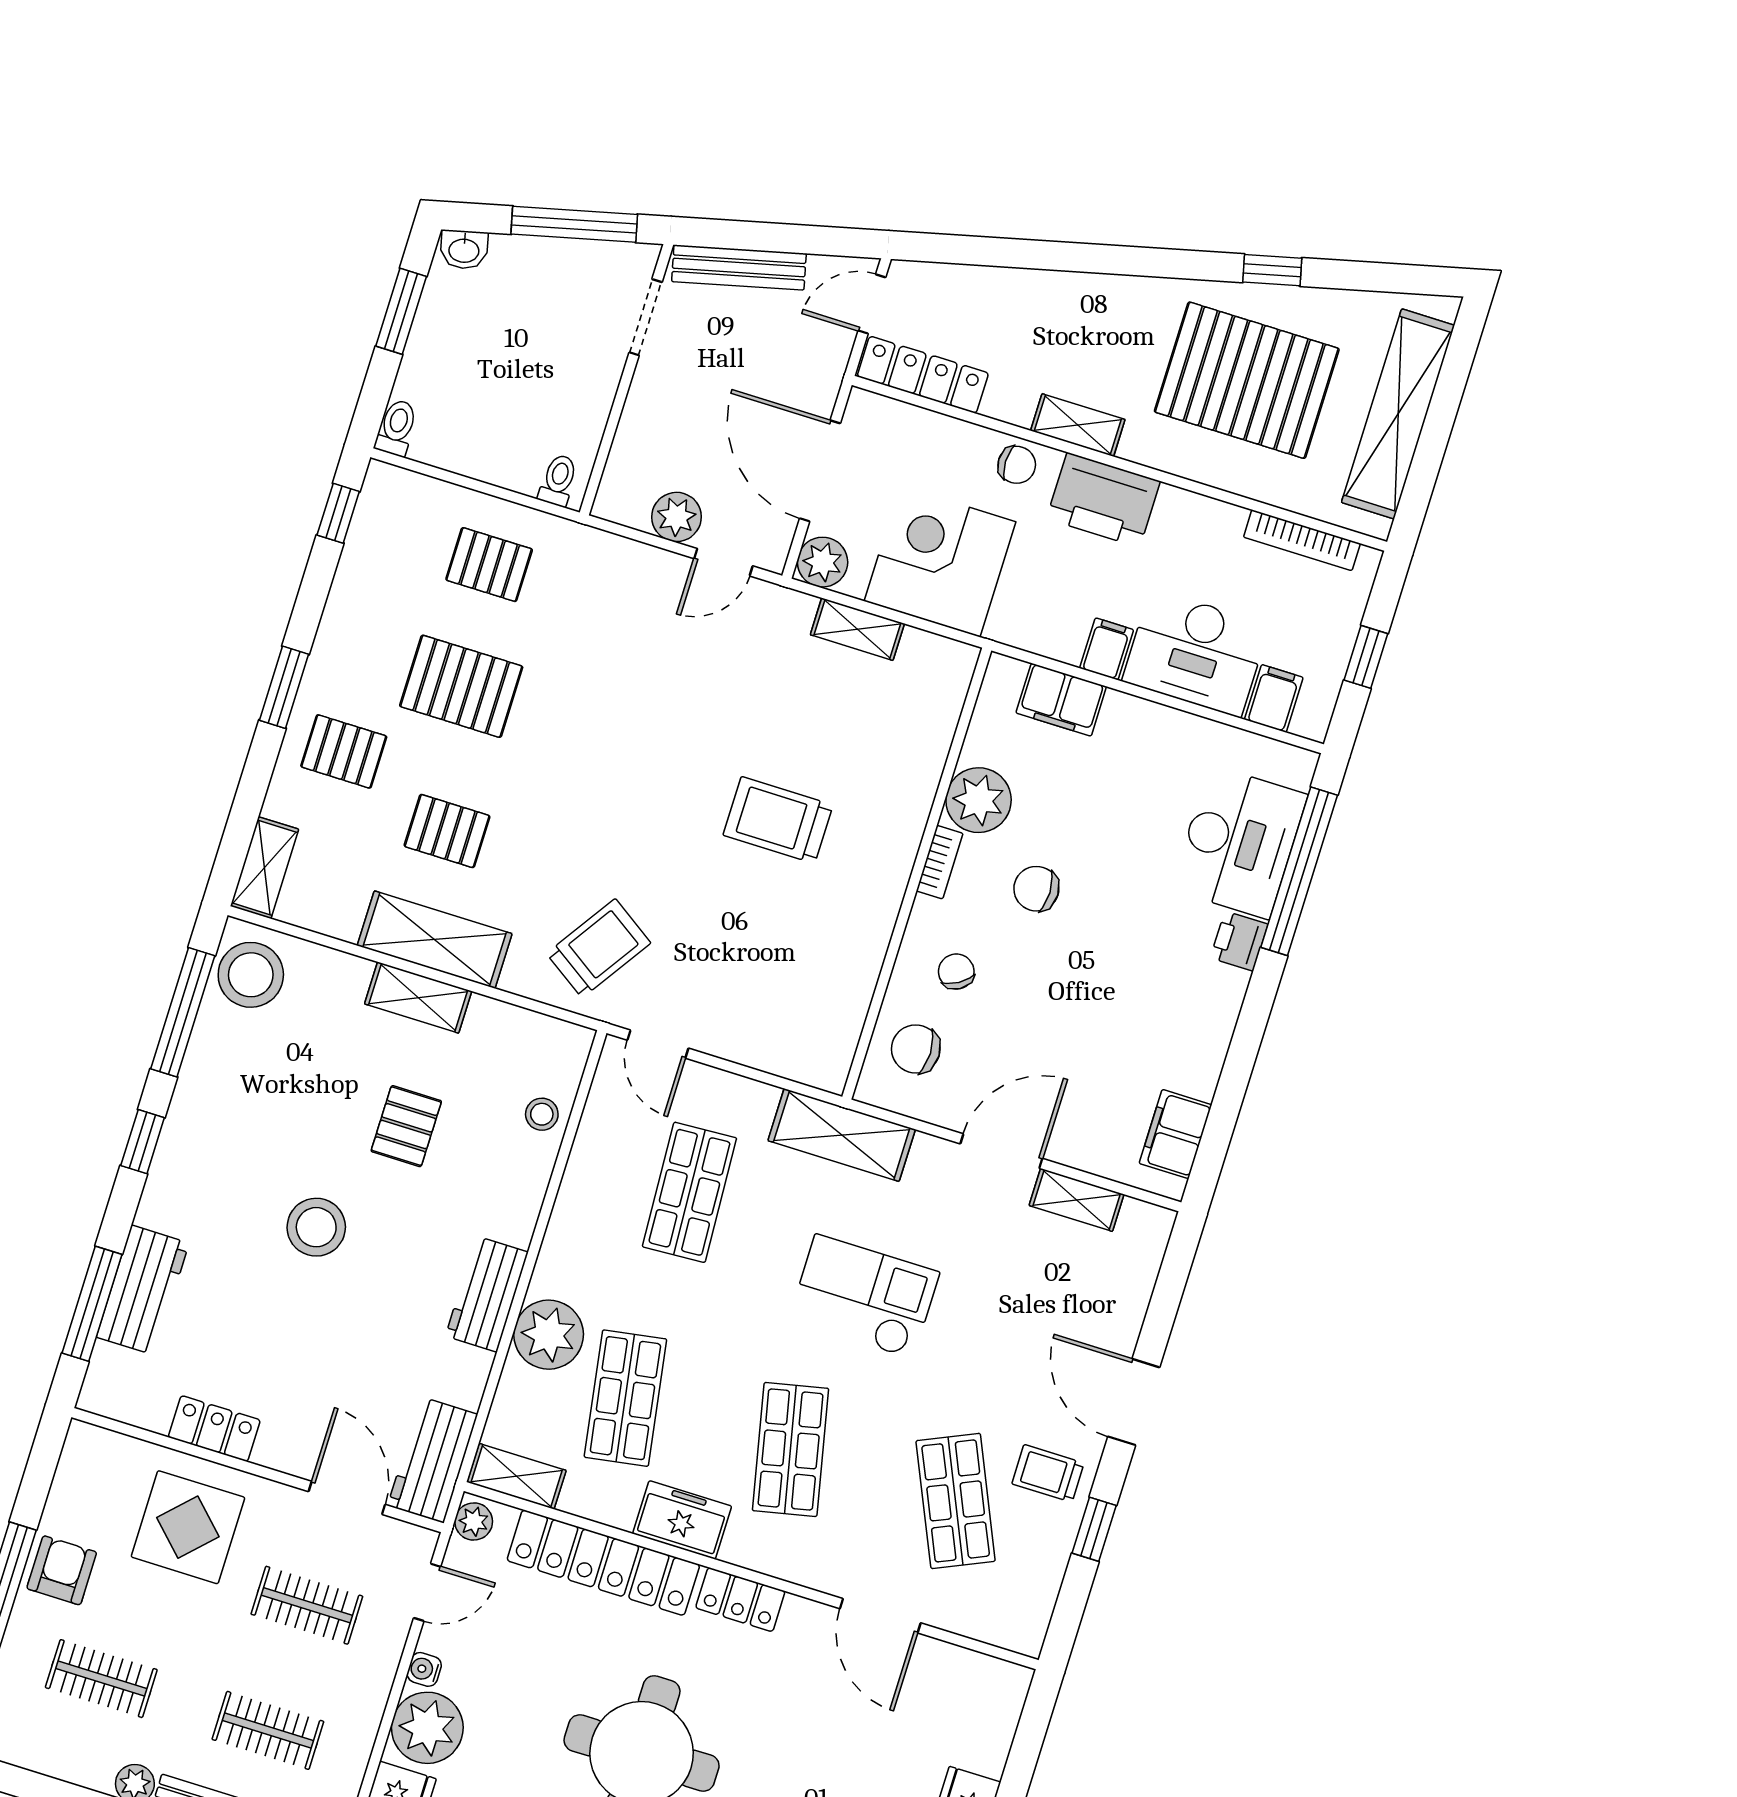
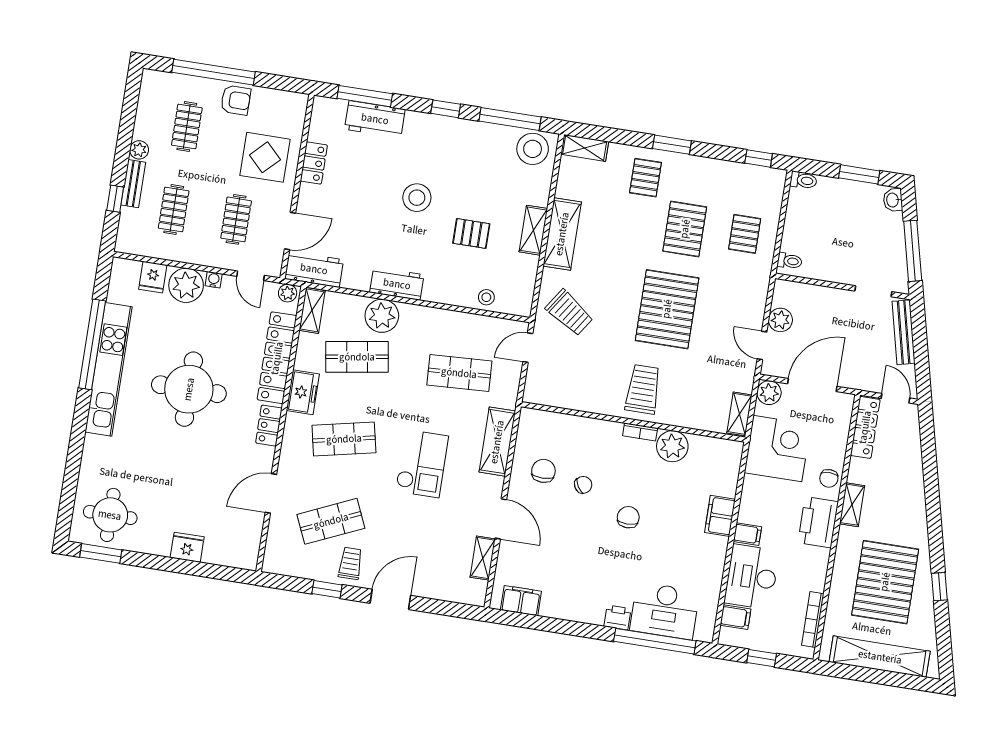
plant: (979, 800) -> (672, 446), moved
pallet: (447, 831) -> (667, 309), moved, width x2.05, depth x2.00
bookcase: (940, 862) -> (640, 432), moved
wall: (917, 874) -> (633, 422), moved

